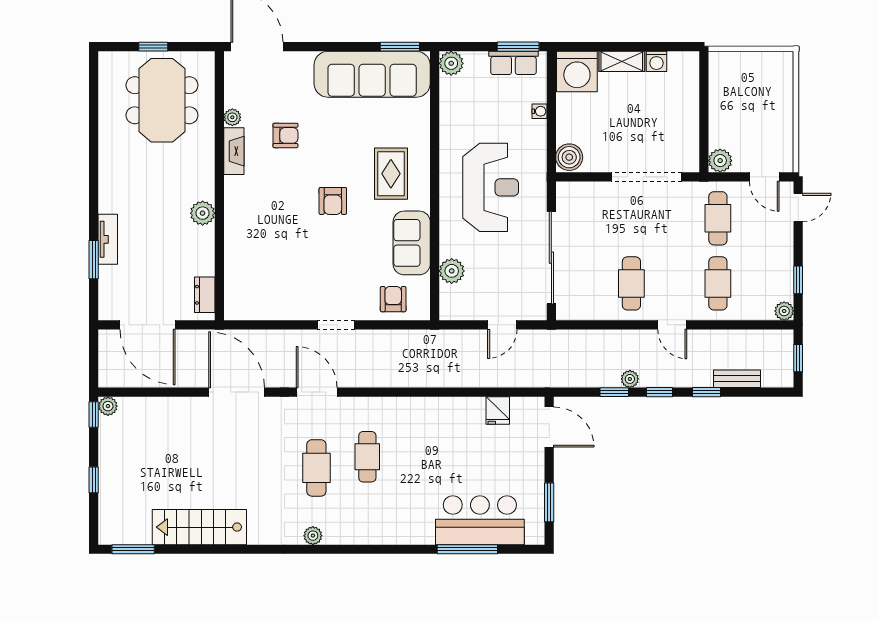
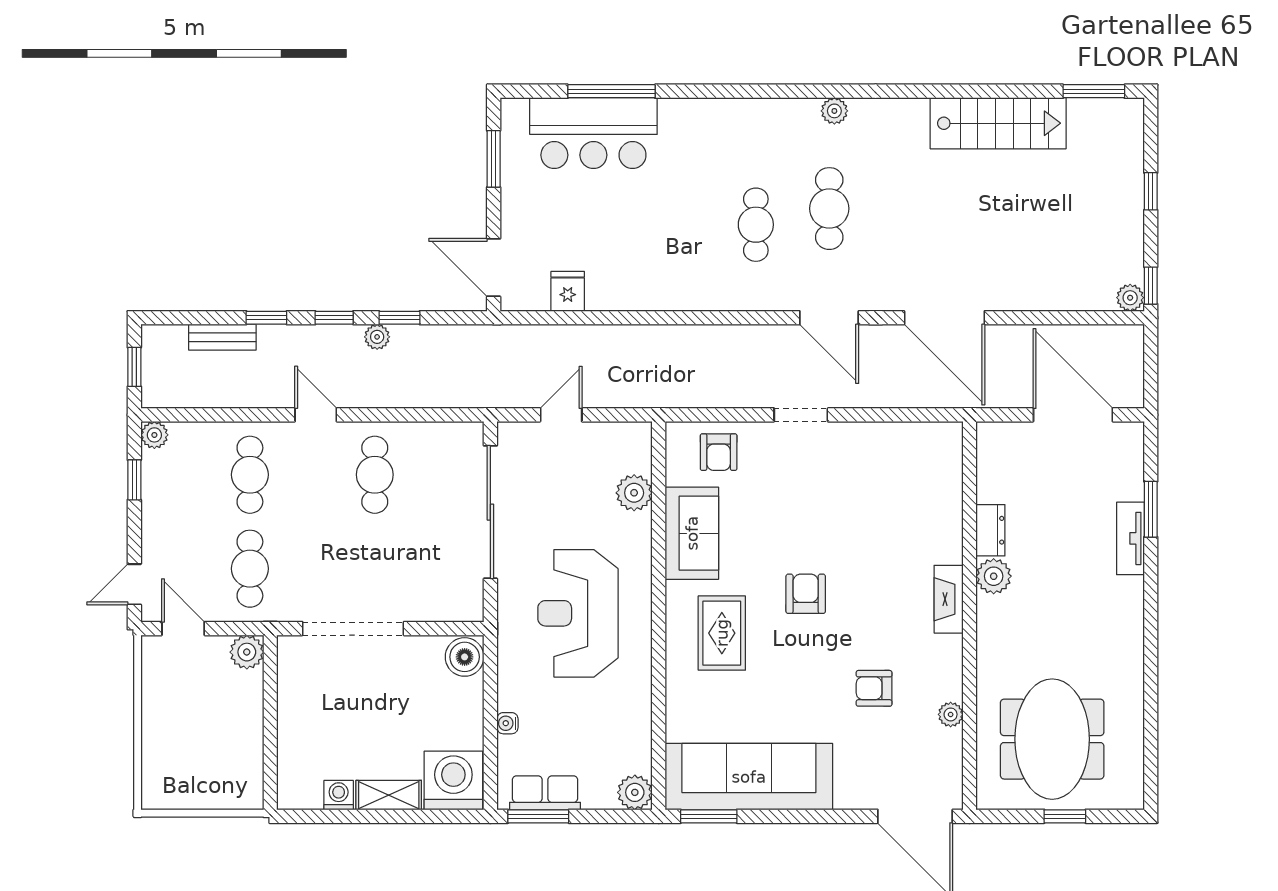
fireplace: (234, 151) -> (949, 599), moved
dresser: (205, 295) -> (990, 530), moved

